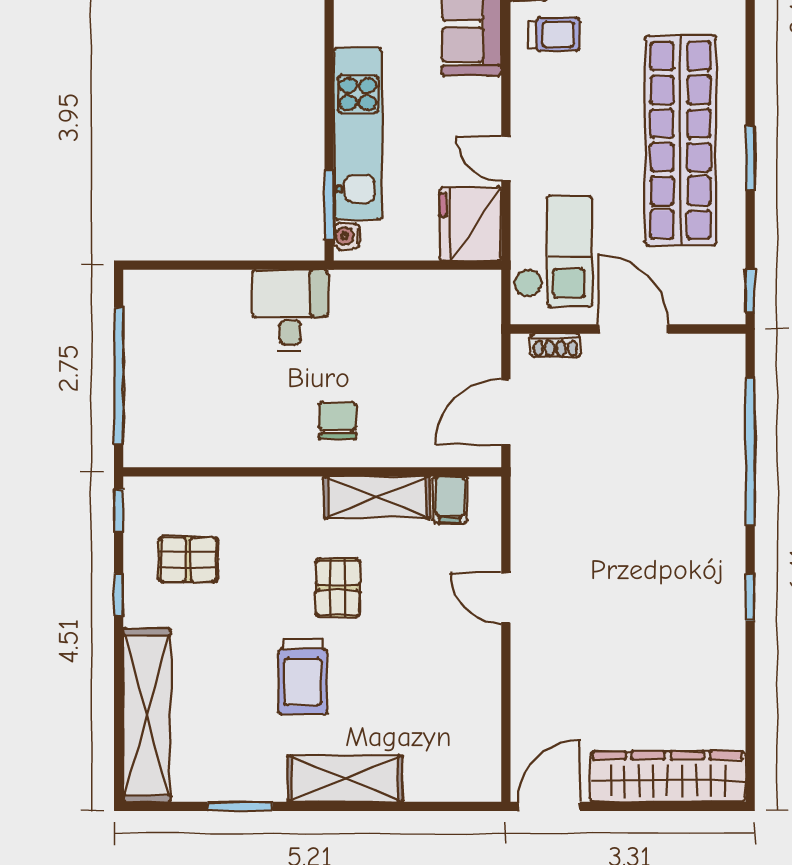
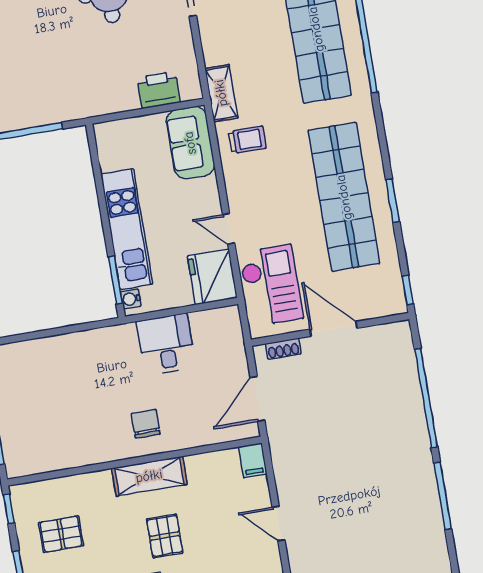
desk: (290, 310) -> (166, 344), moved
shelving: (377, 497) -> (149, 476), moved
filing cabinet: (450, 500) -> (253, 460), moved
window: (750, 598) -> (443, 496), width x2.17

